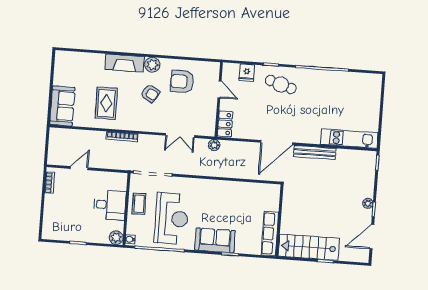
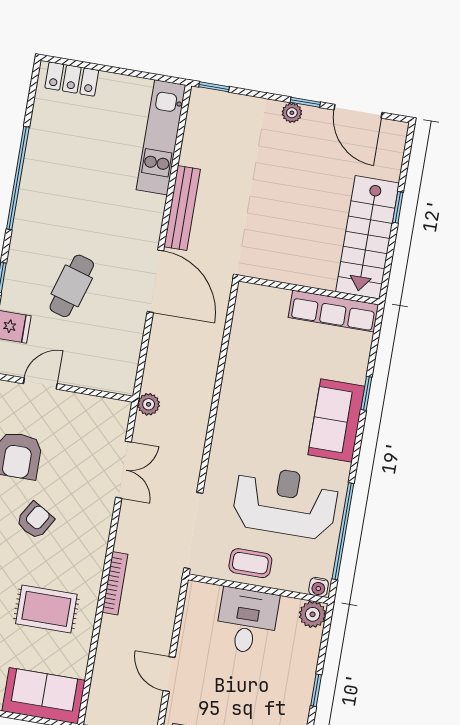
cafe table: (281, 84) -> (72, 286), moved
locker: (225, 124) -> (72, 79), moved, turned 180

